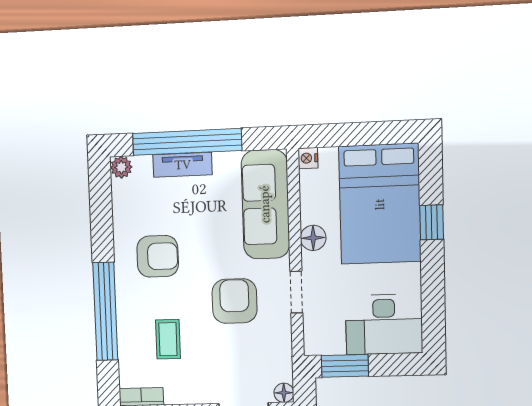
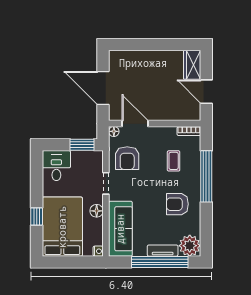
plant: (121, 167) -> (190, 246), width x1.88, depth x1.88
armchair: (235, 301) -> (127, 158), moved
desk: (384, 324) -> (56, 166), width x0.73

